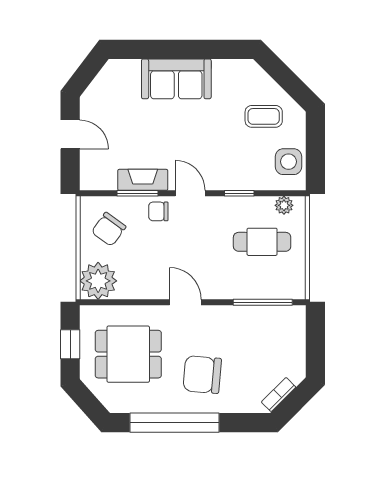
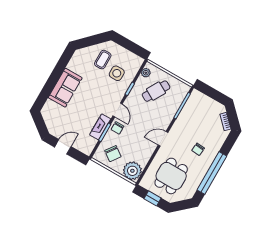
side table: (288, 162) -> (117, 73), moved
door: (190, 193) -> (118, 110), swing flipped
cafe table: (262, 242) -> (156, 91), turned 30
chair: (202, 375) -> (198, 149), width x0.54, depth x0.54

